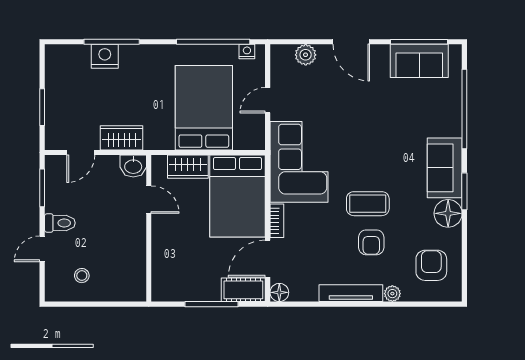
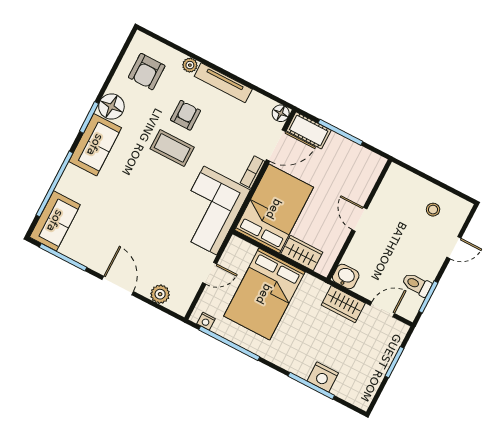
sofa: (419, 61) -> (55, 221), moved, turned 90
door: (149, 200) -> (359, 219), moved
toilet: (60, 223) -> (417, 284), moved

